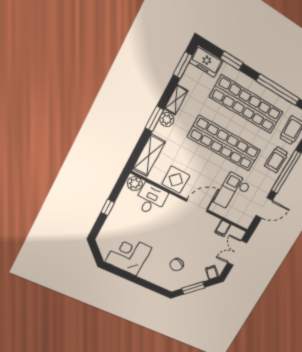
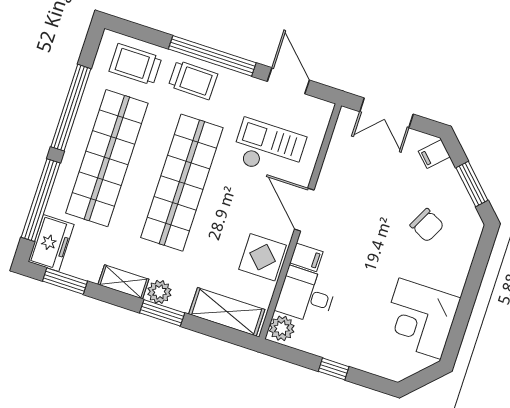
window: (232, 61) -> (41, 200), width x2.11
checkout: (232, 192) -> (269, 149), turned 180
filing cabinet: (223, 228) -> (306, 257), moved

